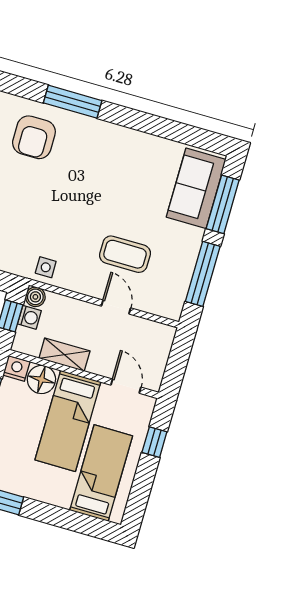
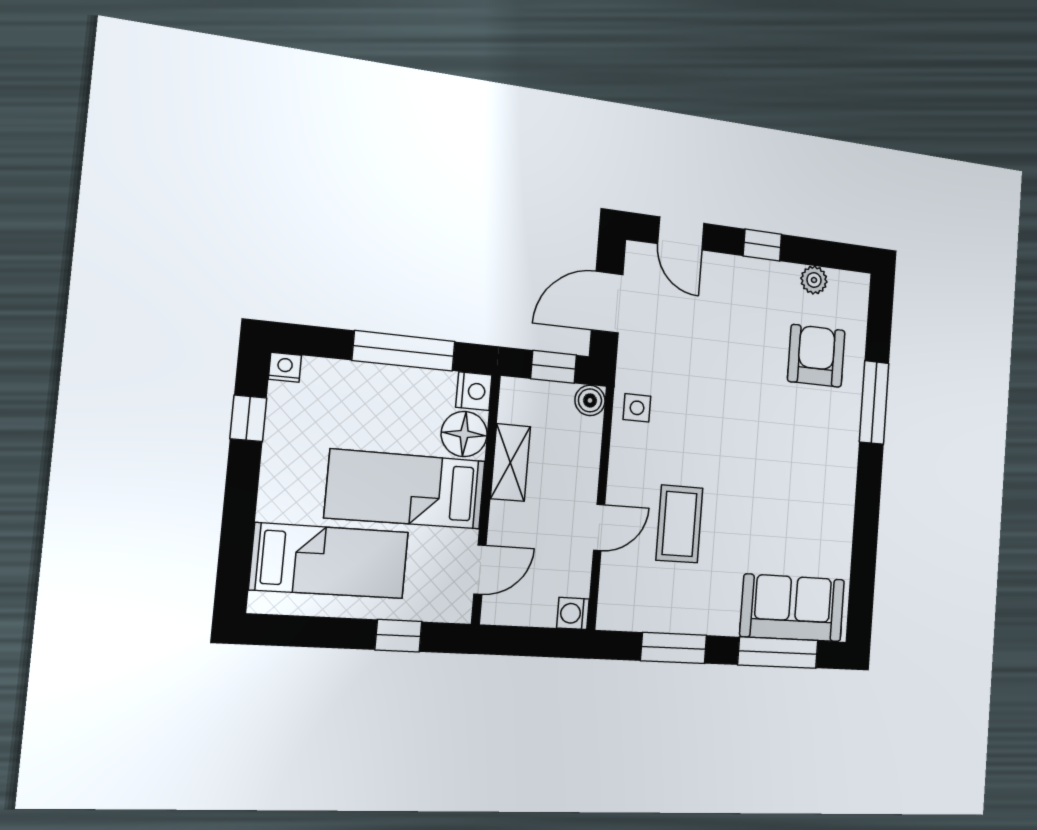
armchair: (34, 137) -> (816, 356), turned 90
window: (203, 274) -> (674, 648), width x0.69
washing machine: (29, 317) -> (573, 613), moved, turned 90

